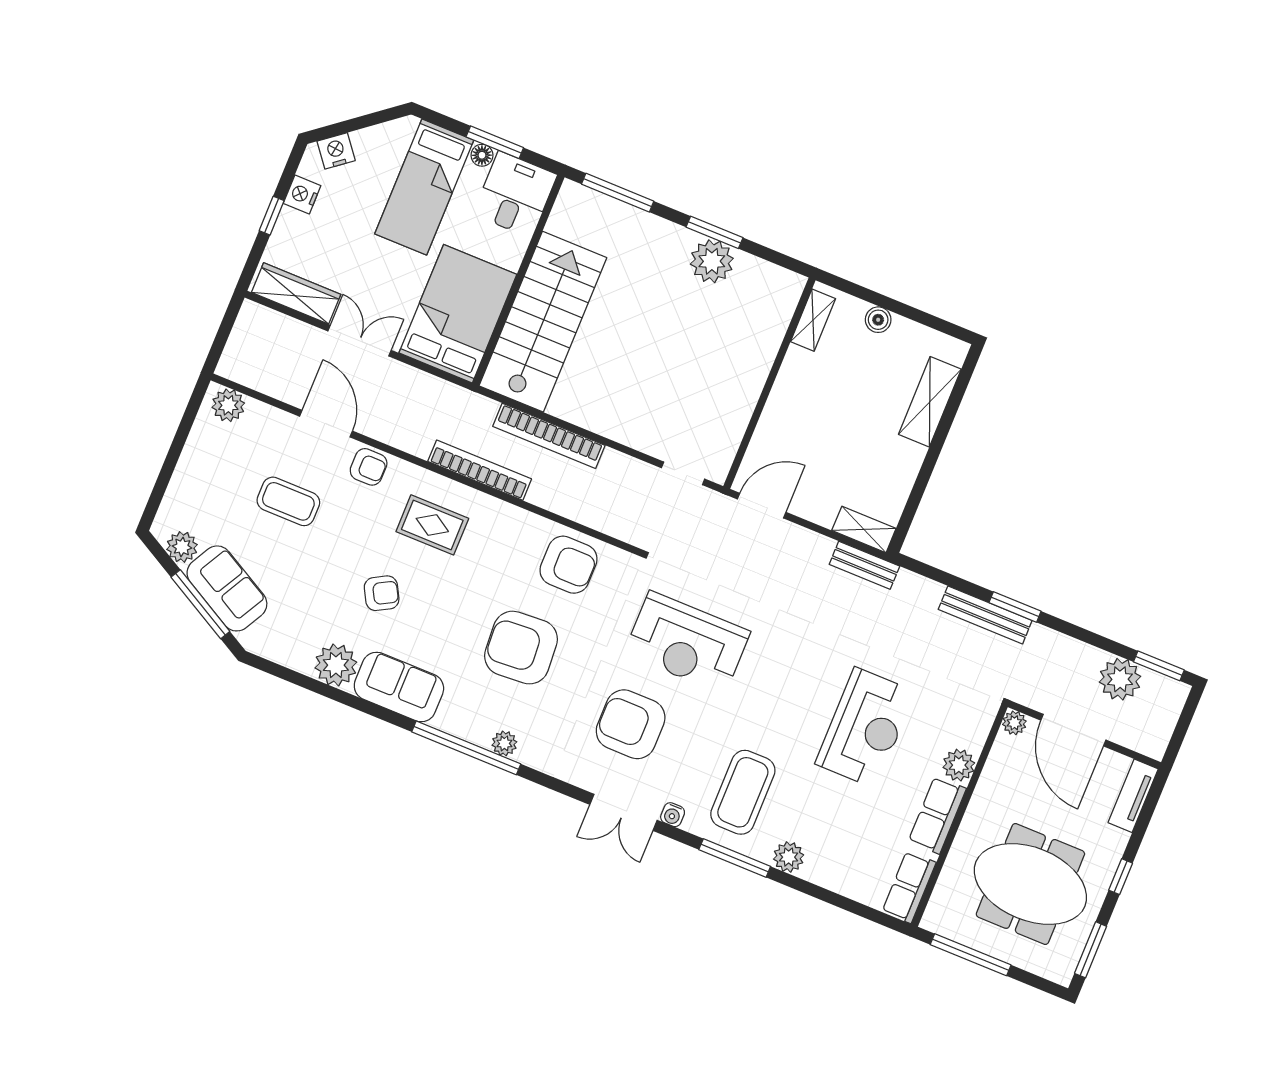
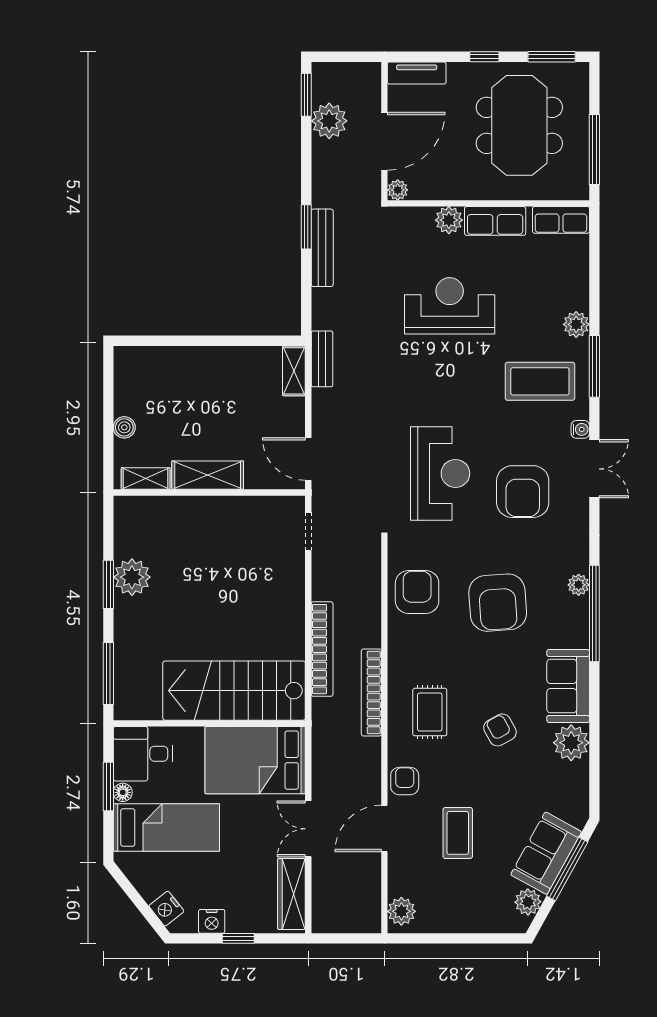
shelving: (930, 402) -> (208, 475), moved

